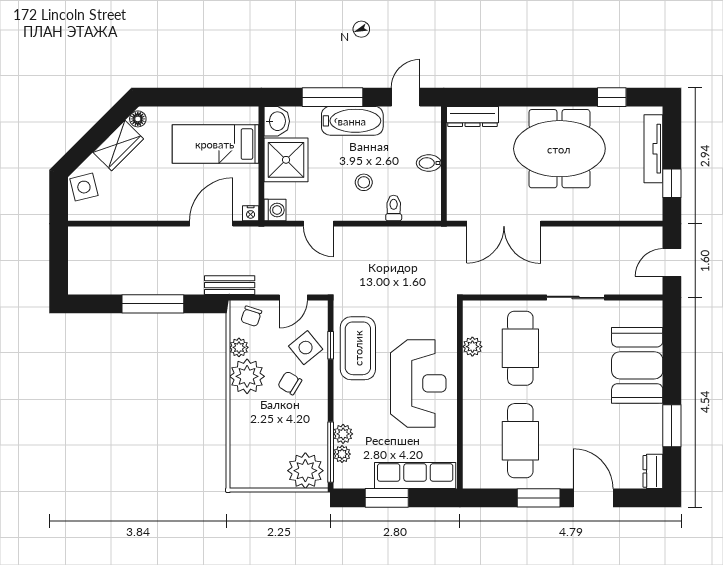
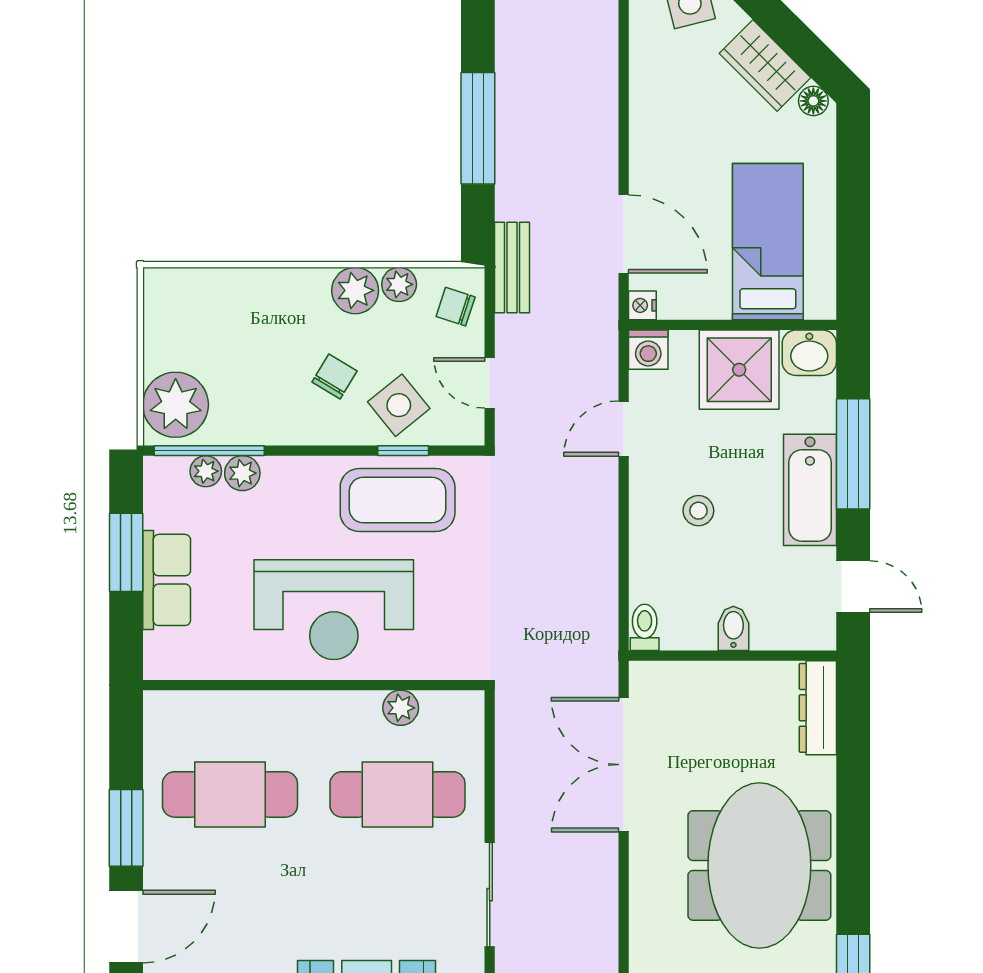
toilet: (394, 208) -> (645, 627), moved, turned -90
plant: (247, 376) -> (355, 290), width x0.73, depth x0.73
row of seats: (415, 476) -> (167, 580), width x0.68

